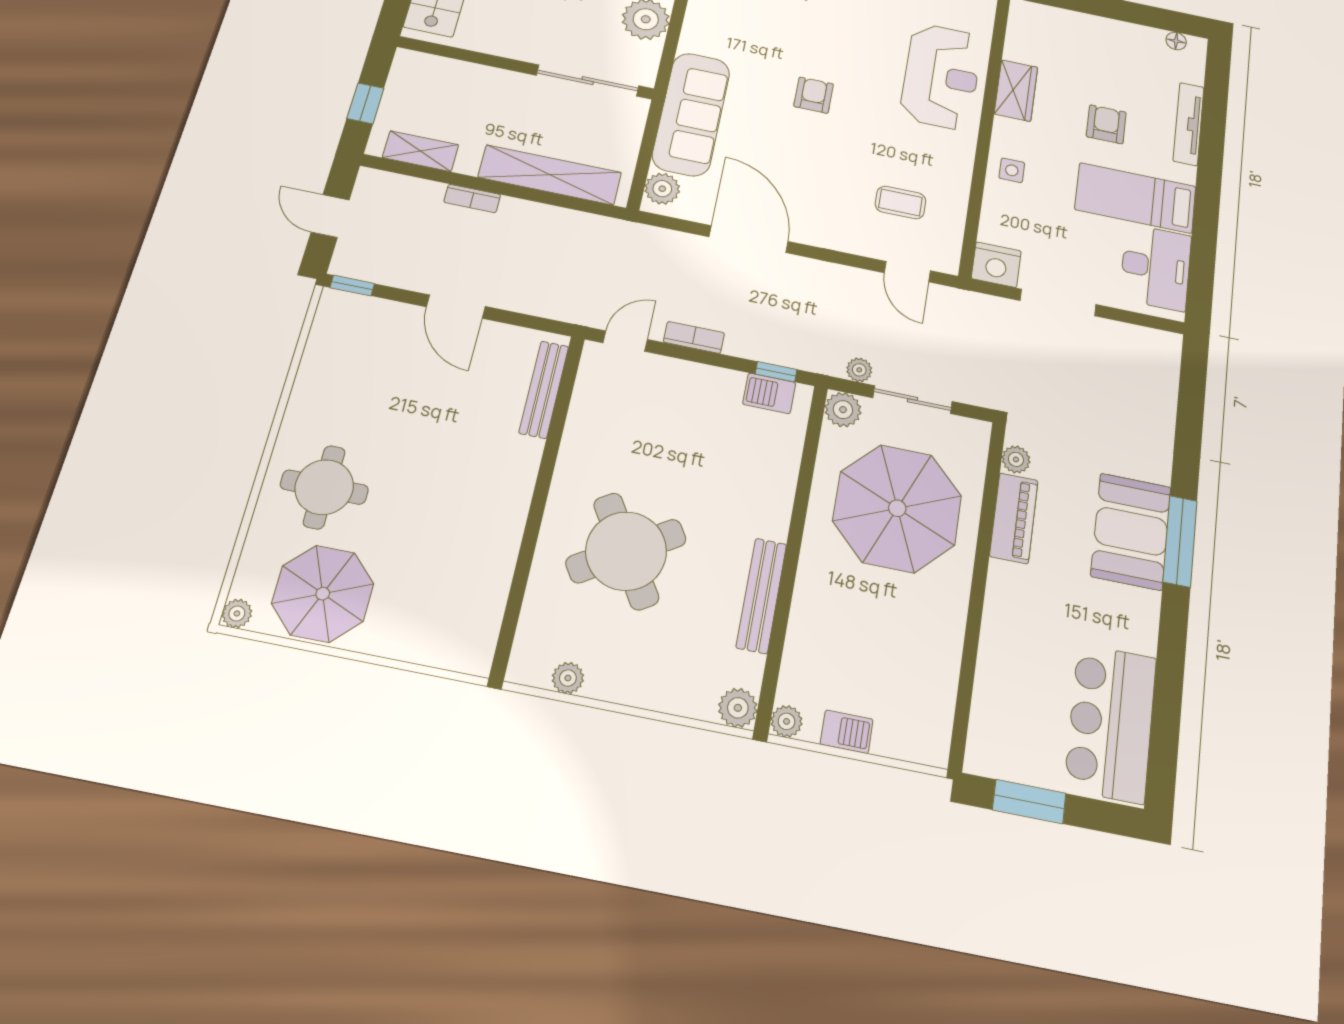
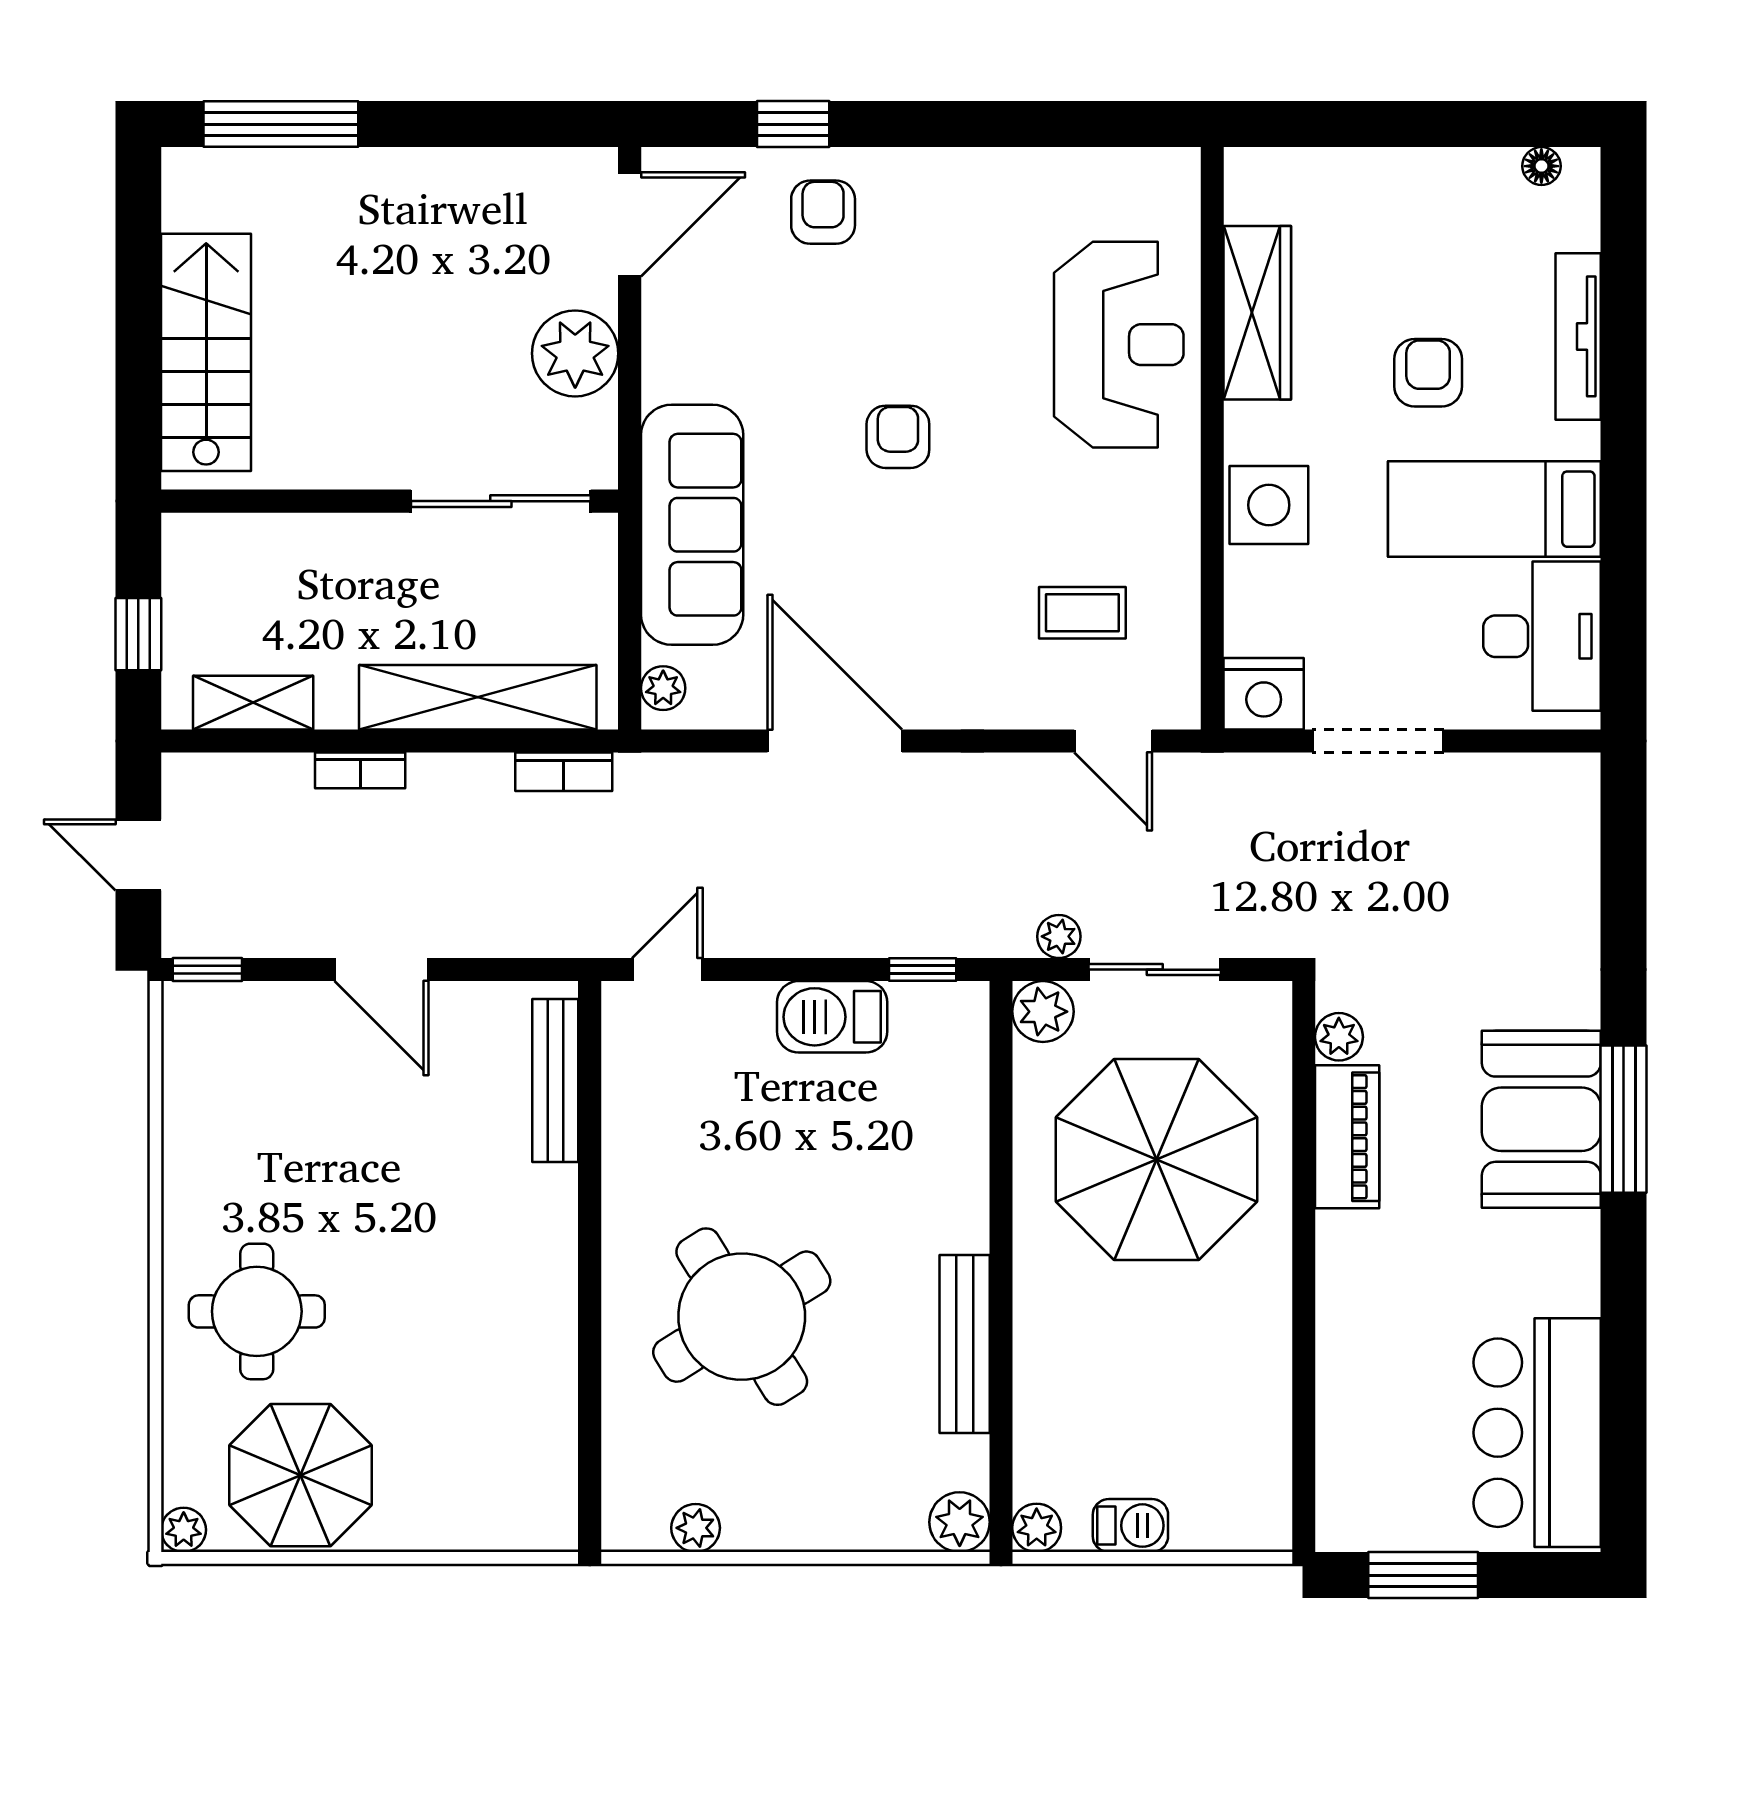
wardrobe: (1016, 91) -> (1257, 313), width x1.50
side table: (1012, 170) -> (1269, 505), width x1.87, depth x1.87
plant: (662, 189) -> (663, 688), width x0.73, depth x0.73
bookcase: (694, 337) -> (564, 772), moved, turned 180
barbecue: (769, 393) -> (832, 1017), moved, width x1.38, depth x1.27

